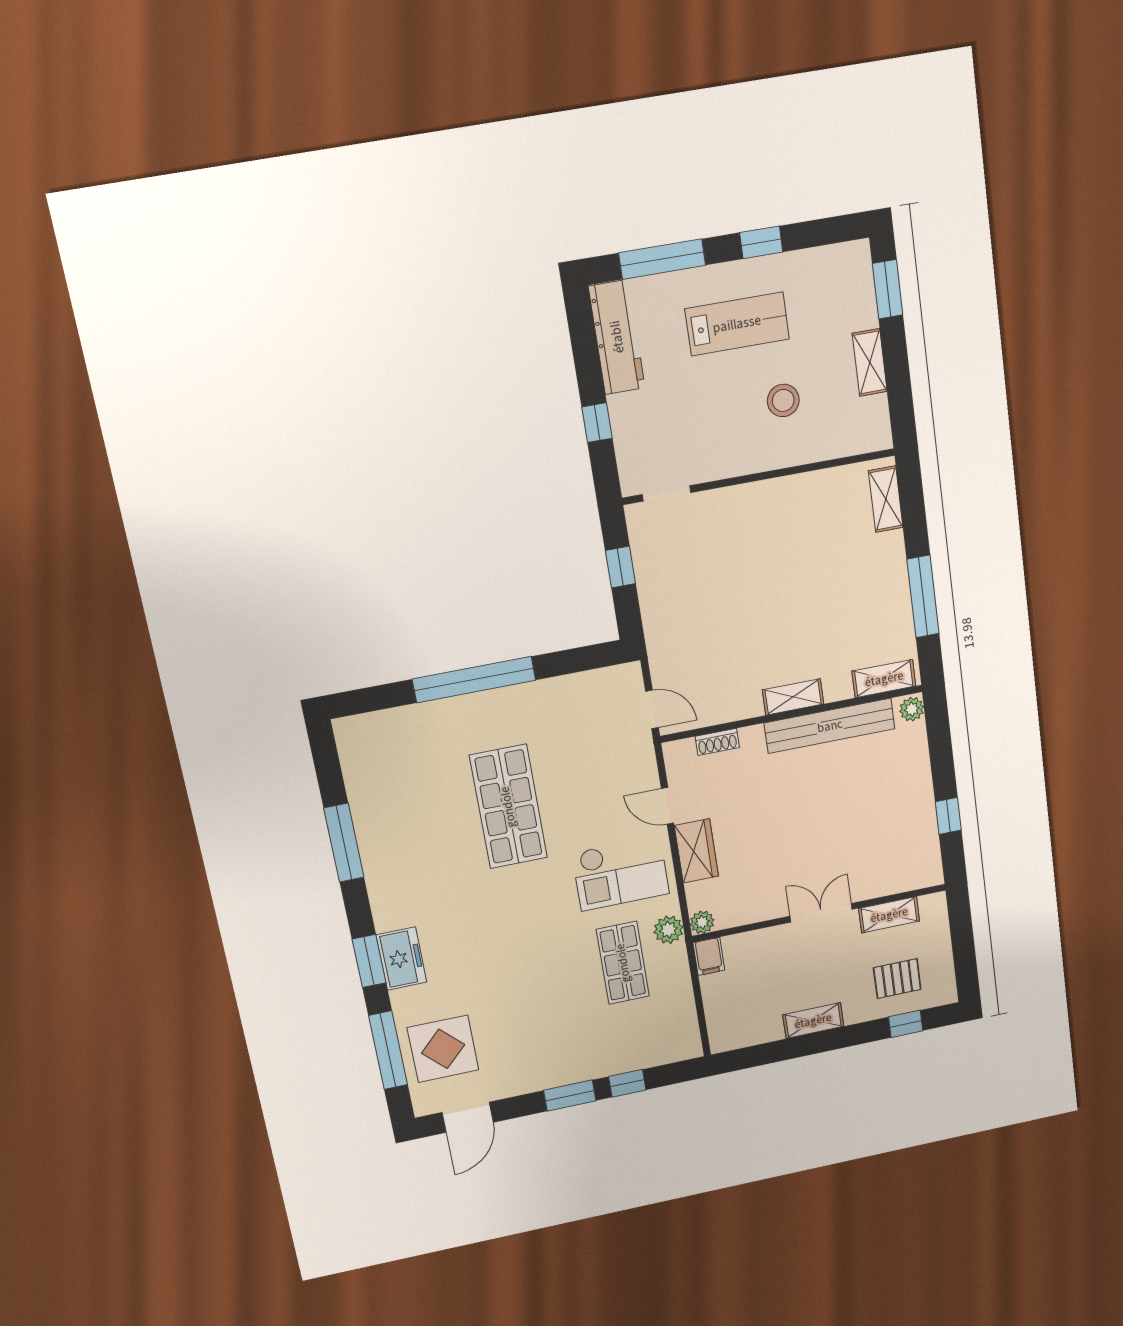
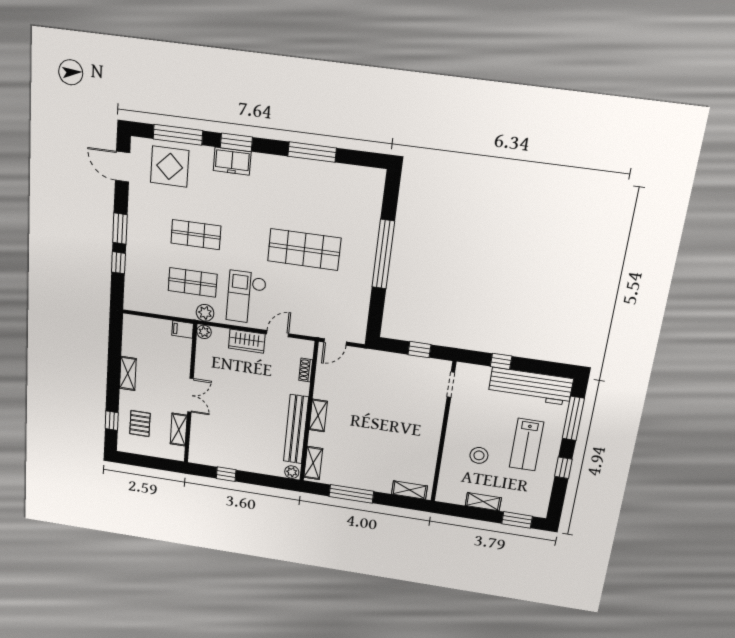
workbench: (617, 337) -> (530, 386), width x1.36, depth x1.32
shop shelf: (541, 980) -> (196, 235), added

